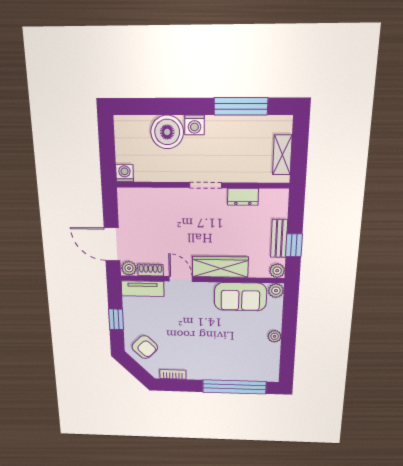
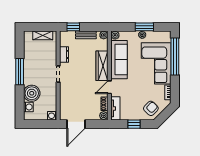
window: (241, 106) -> (20, 72), moved
washing machine: (194, 125) -> (28, 107), moved
door: (112, 244) -> (76, 124), moved
window: (294, 245) -> (73, 27), moved
sofa: (240, 297) -> (119, 60), width x1.36
window: (288, 340) -> (144, 27), added
corner sofa: (223, 357) -> (156, 63), added

